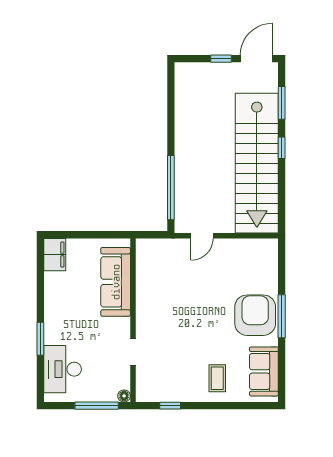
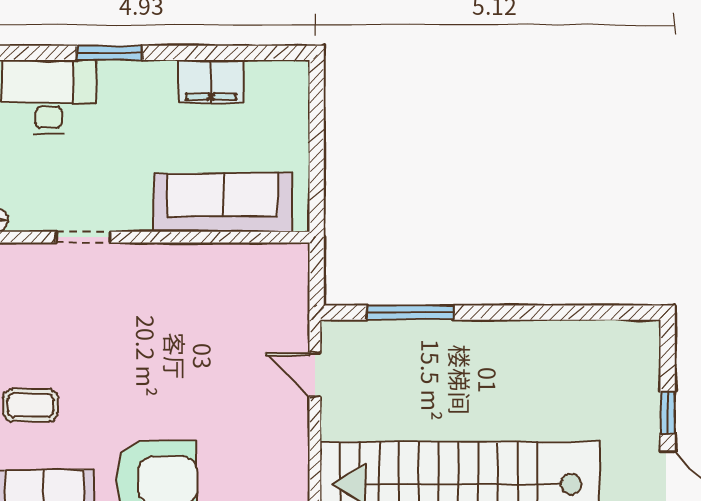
window: (171, 188) -> (411, 313), width x0.68
filing cabinet: (55, 255) -> (211, 81), moved

